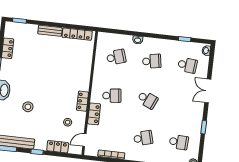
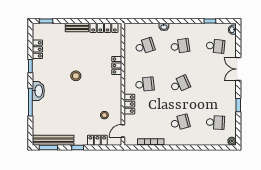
school desk: (147, 100) -> (180, 84), turned -48
locker: (83, 101) -> (117, 65), moved
stool: (28, 107) -> (76, 76), moved

